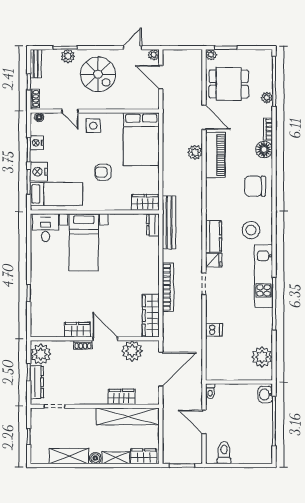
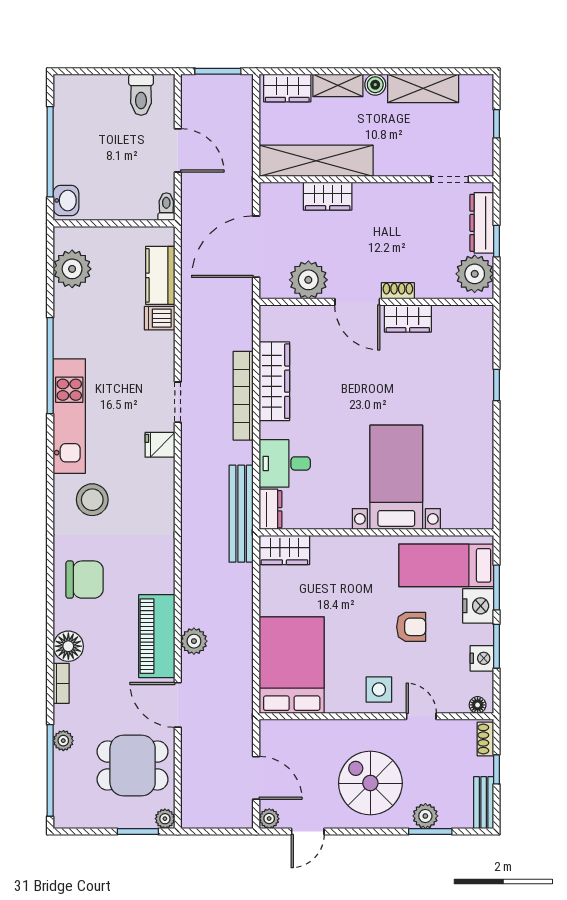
armchair: (103, 172) -> (411, 627), moved
desk: (45, 228) -> (285, 463), moved, turned 90
kitchen counter: (214, 236) -> (160, 275), moved
wardrobe: (151, 316) -> (274, 381), moved

